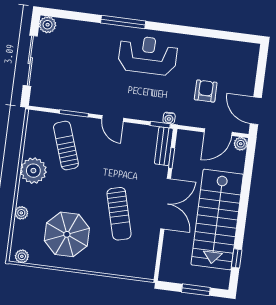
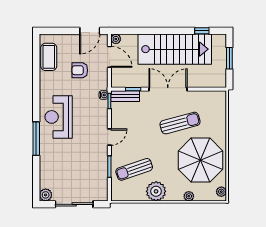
coffee table: (228, 53) -> (49, 57), added
parasol: (67, 234) -> (200, 160), width x1.36, depth x1.36

